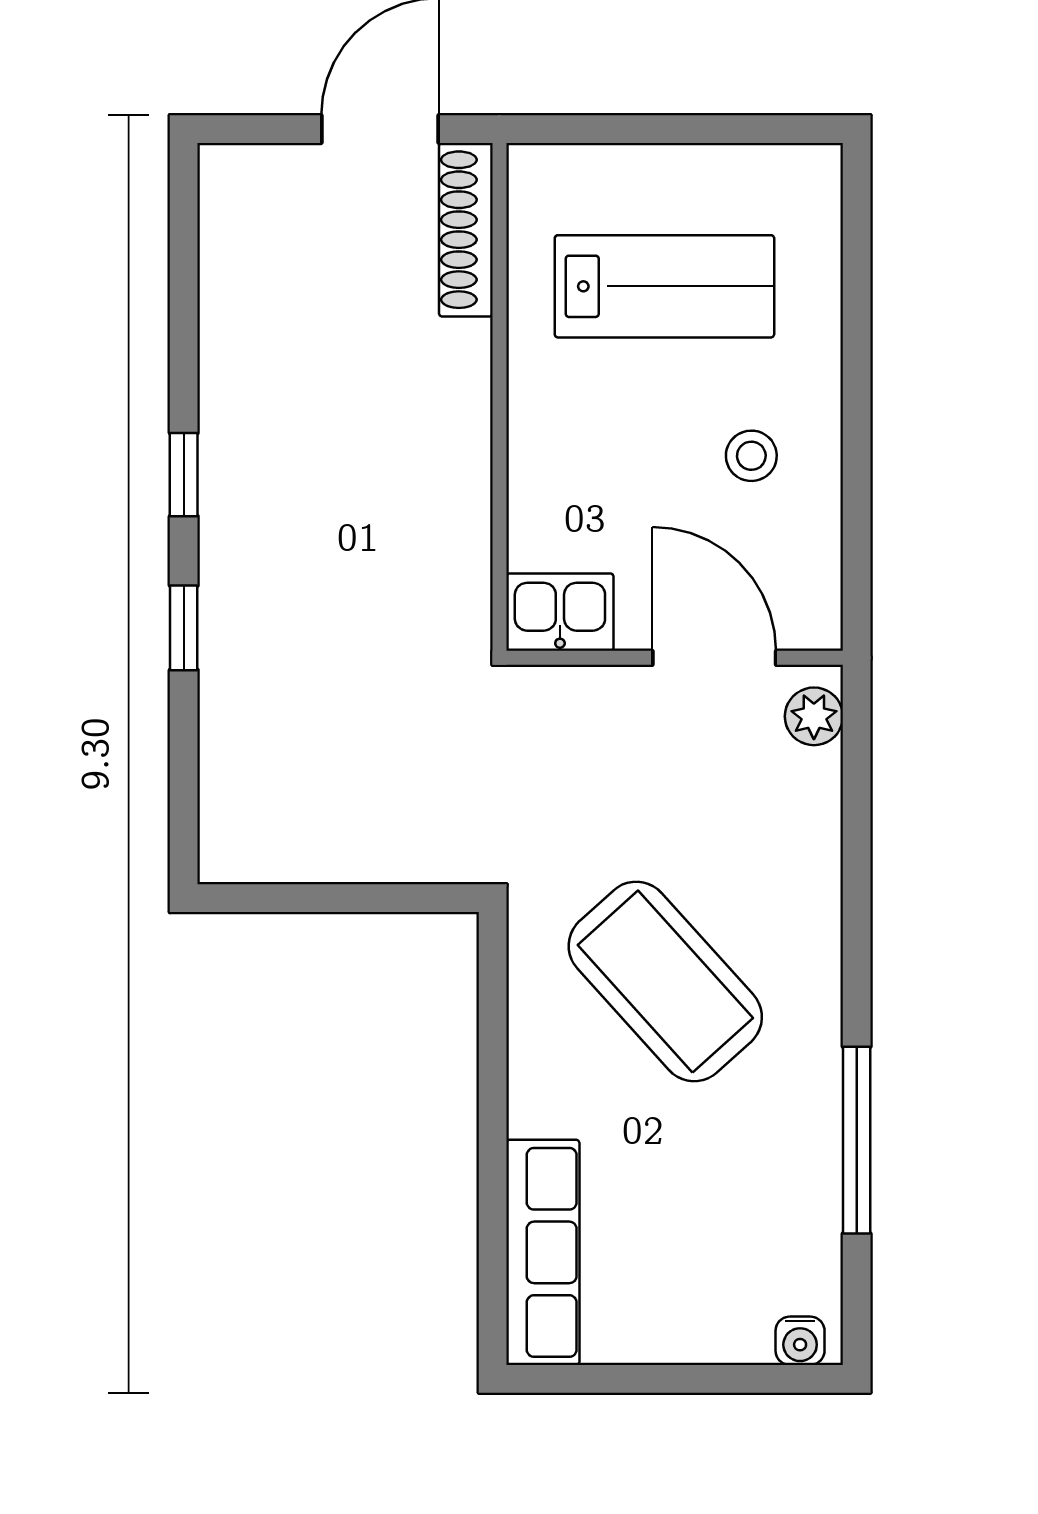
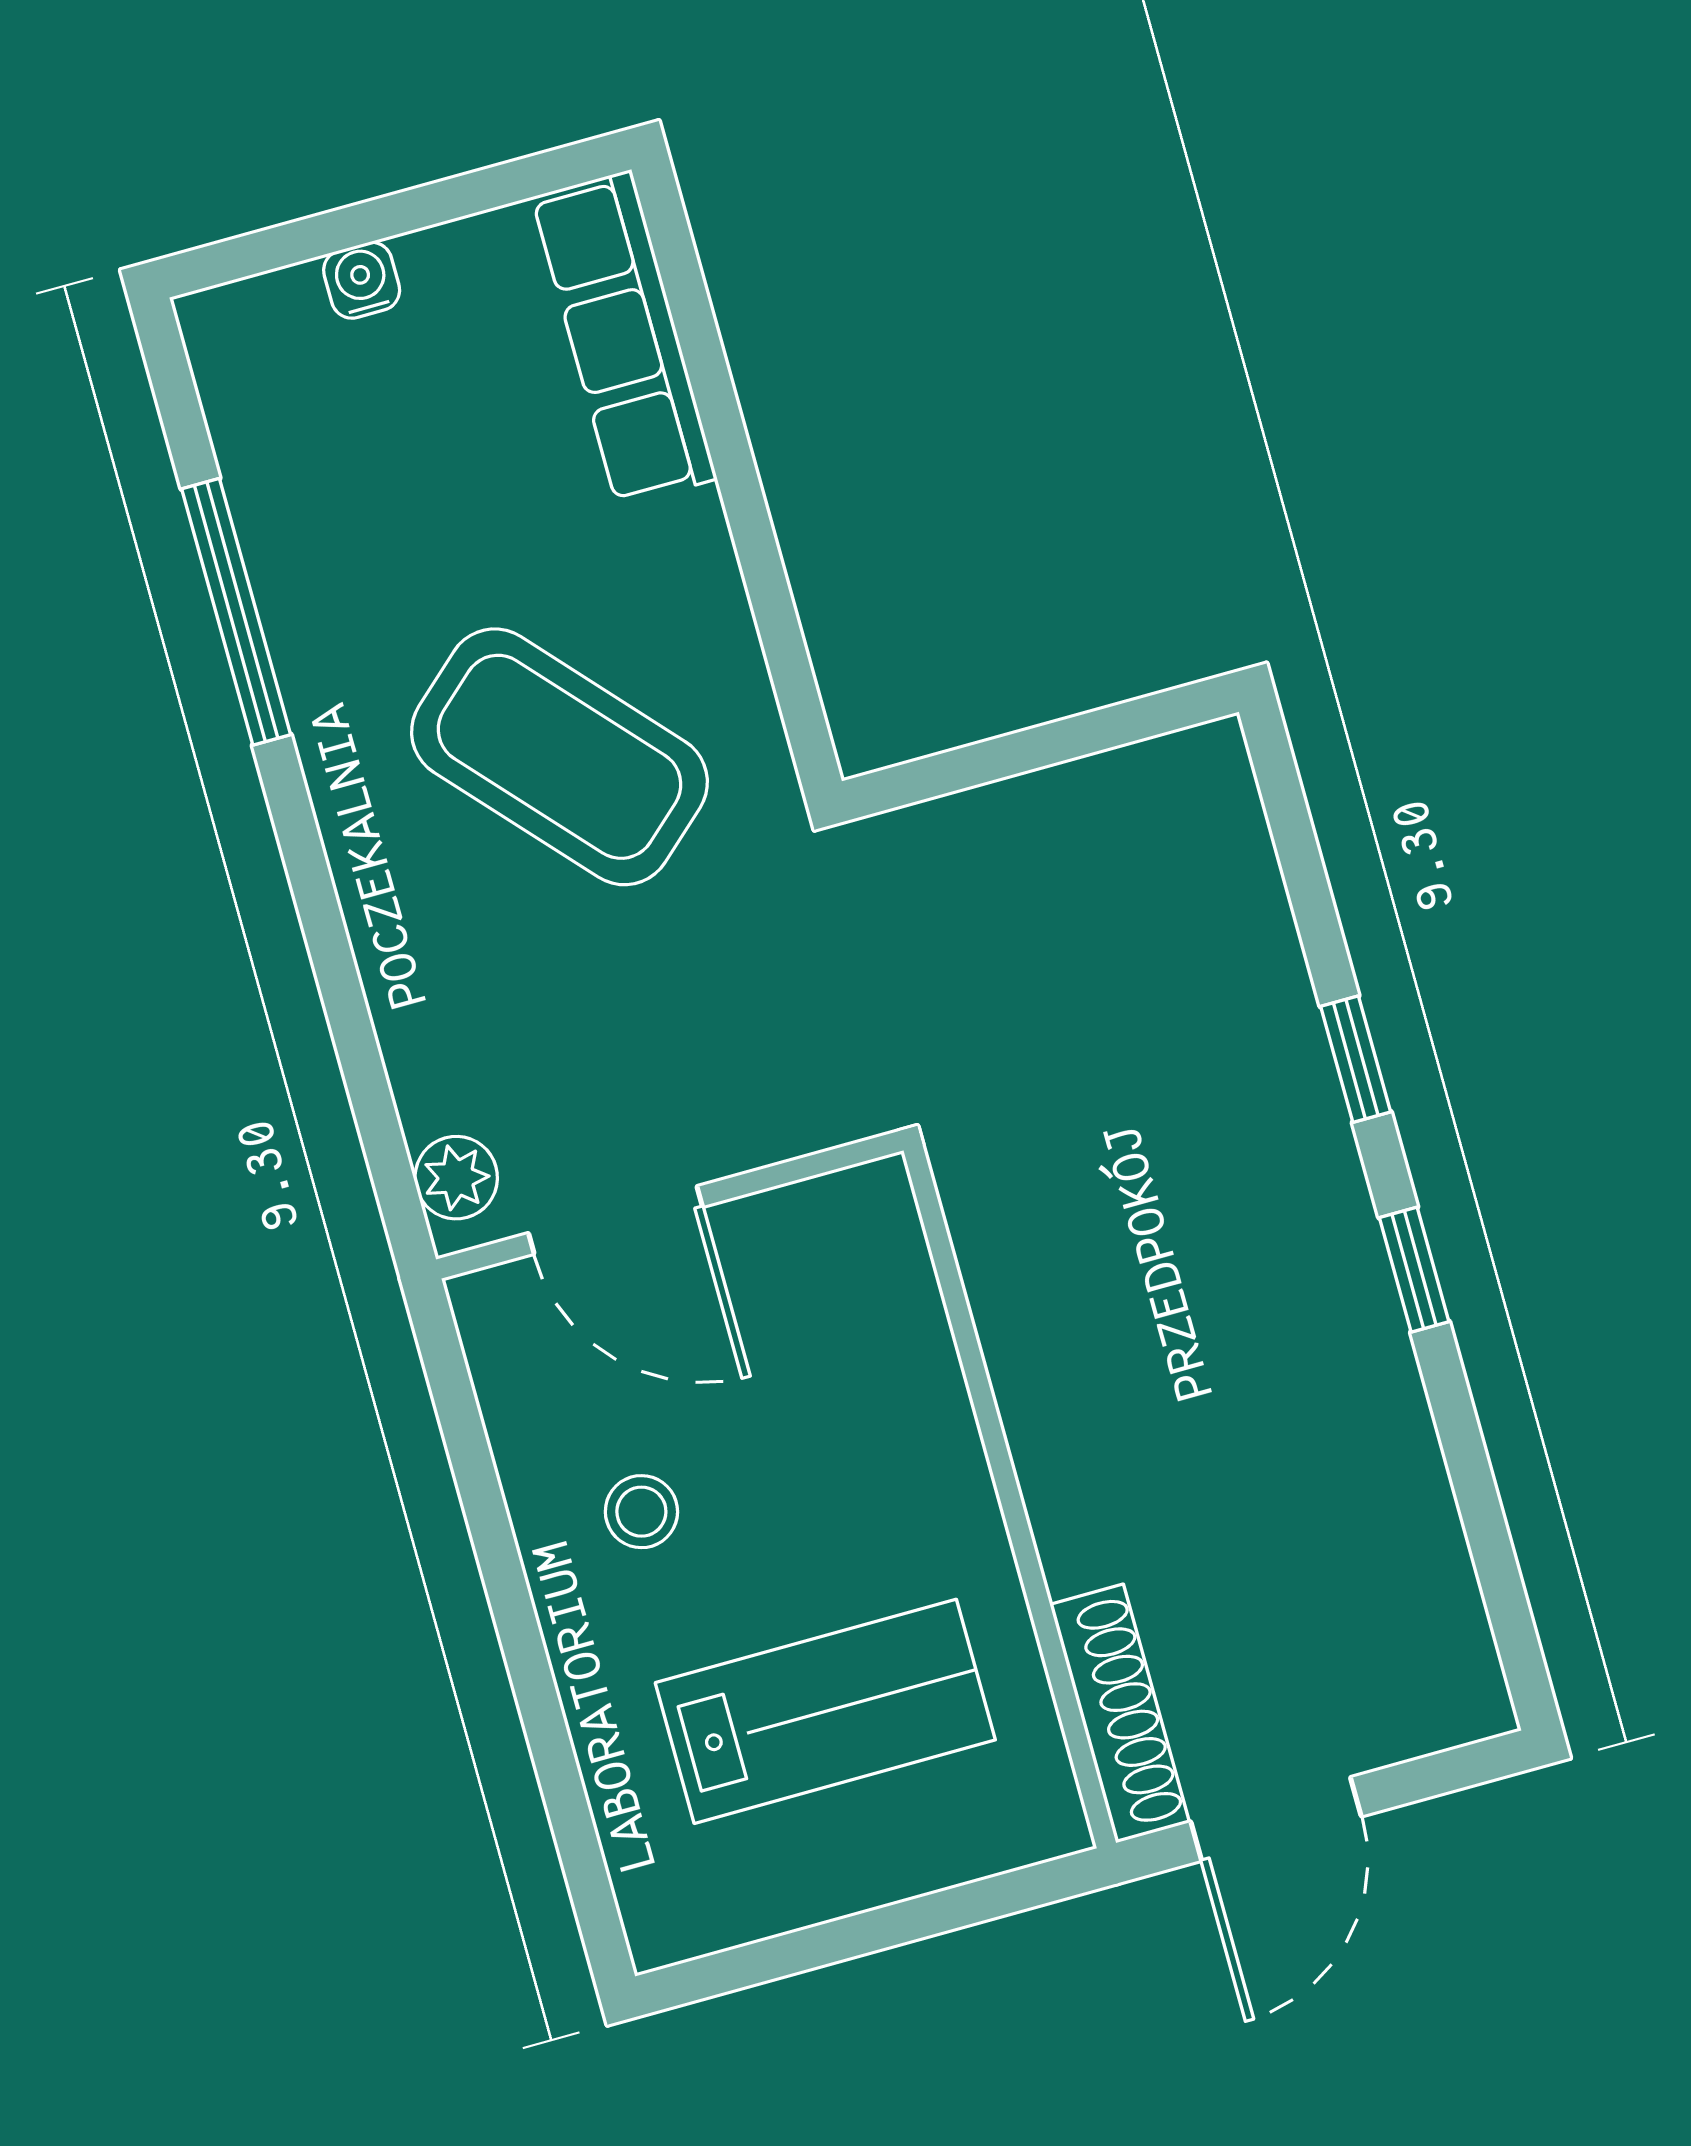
lab bench: (664, 286) -> (825, 1711), turned 180
kitchen sink: (560, 612) -> (845, 1224), removed
water cooler: (800, 1341) -> (362, 280), moved

